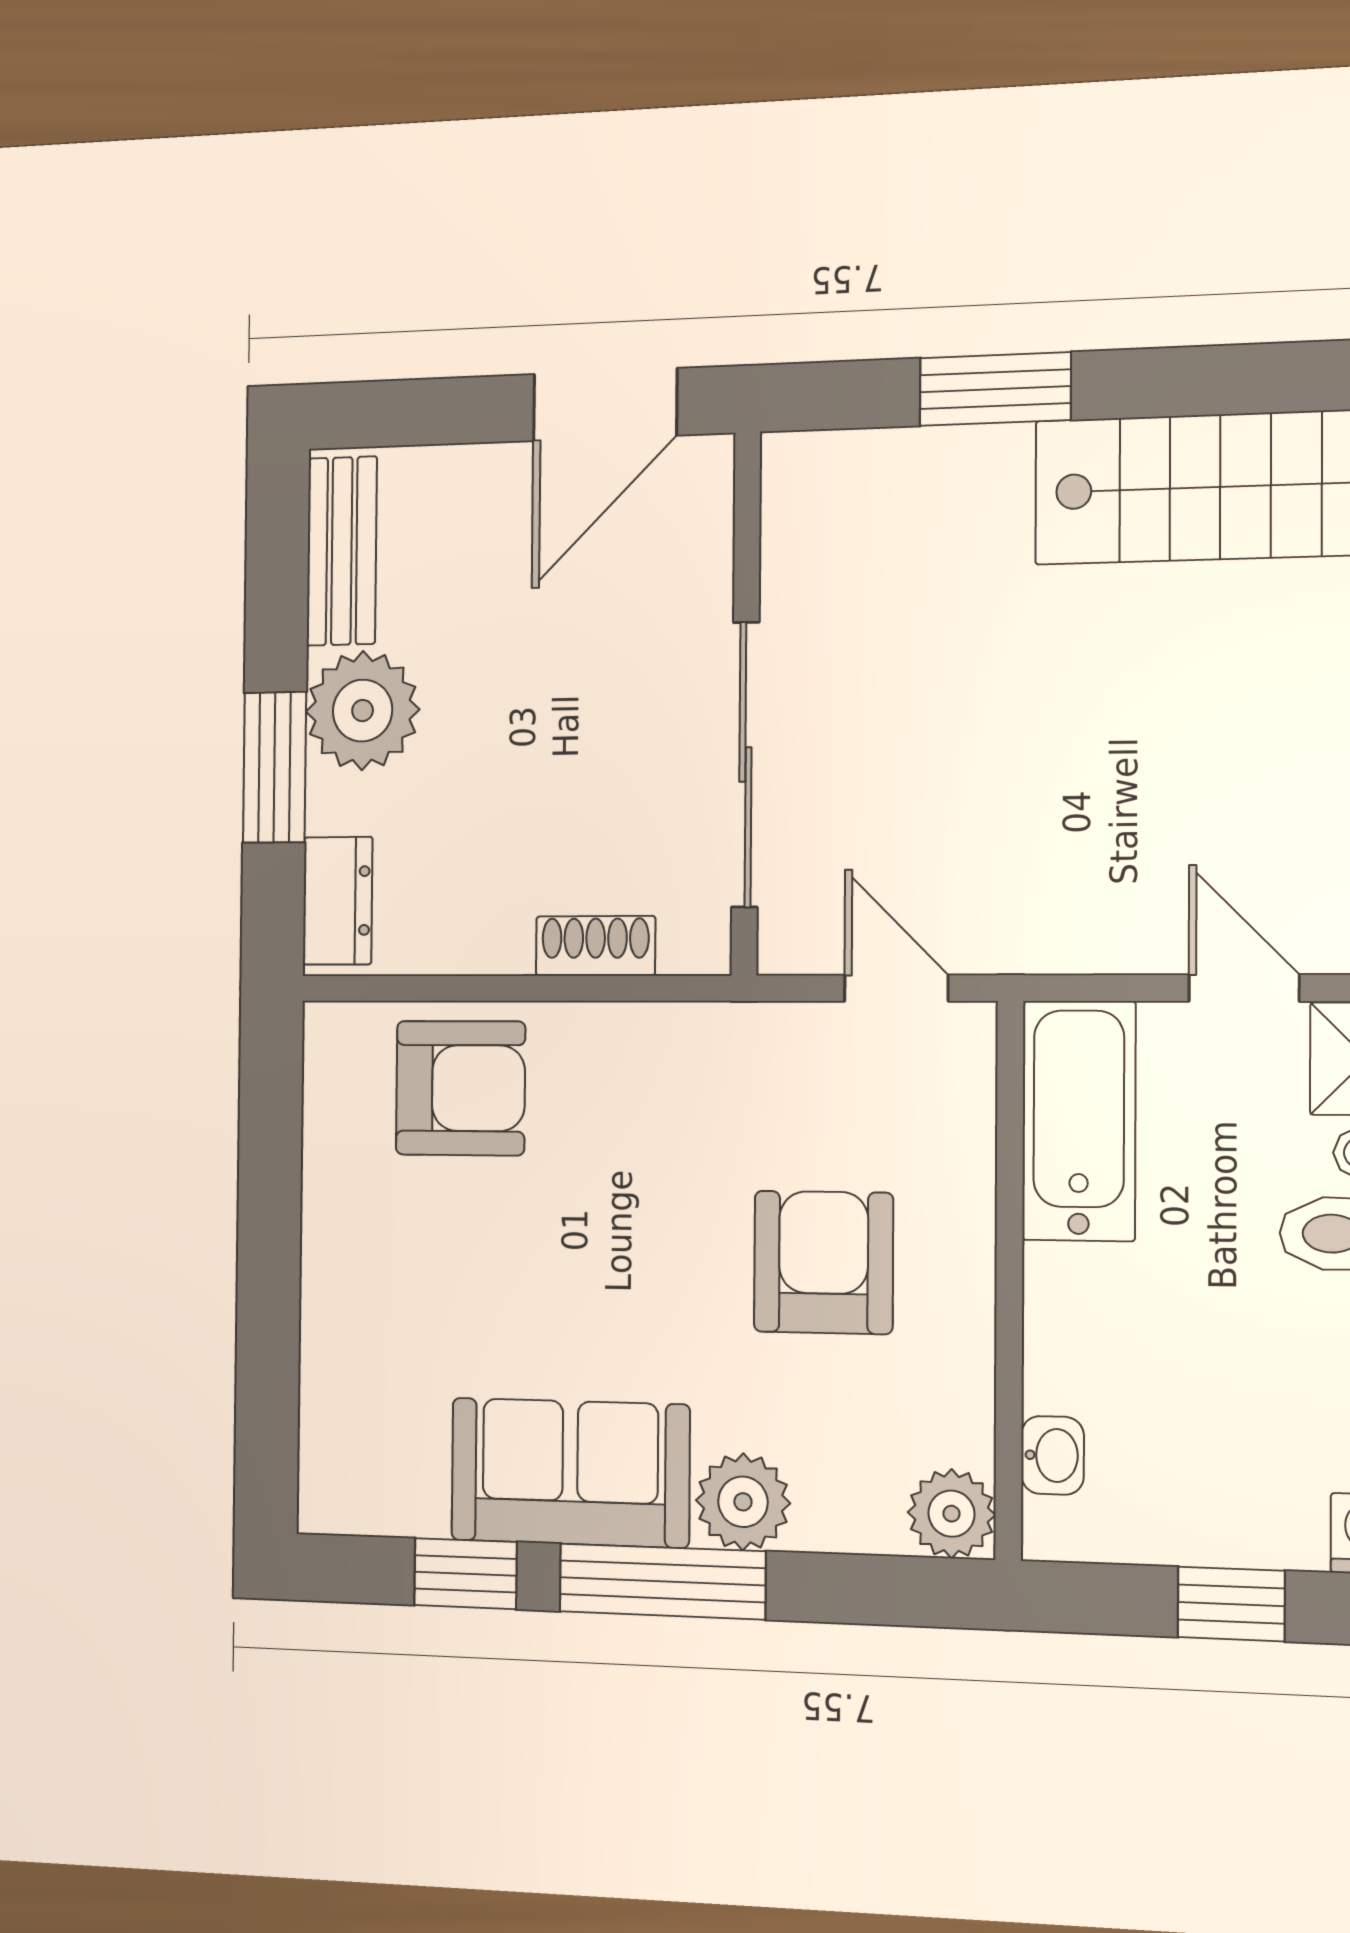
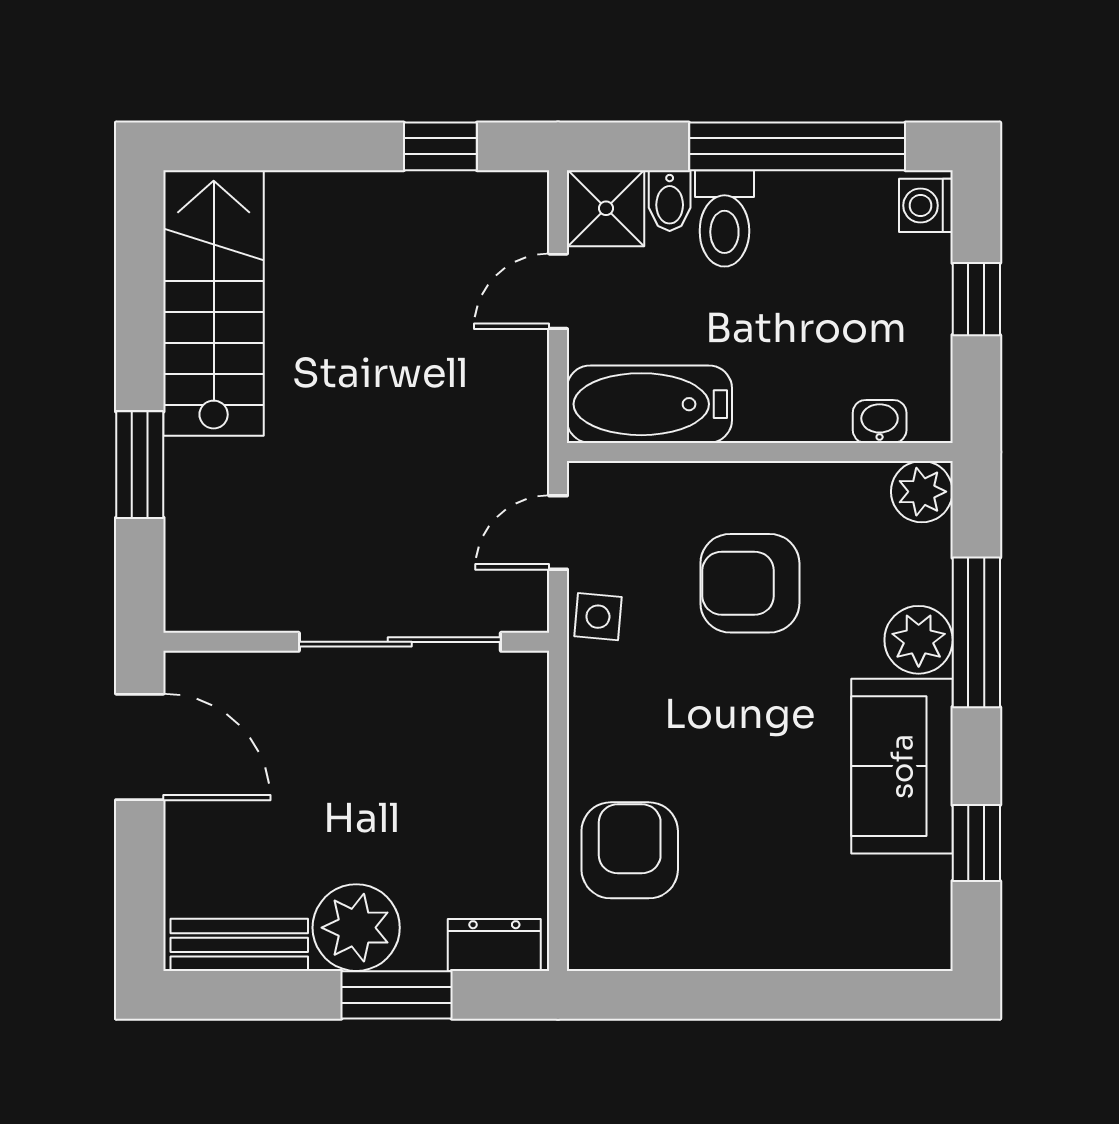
shoe rack: (596, 946) -> (528, 751), removed
side table: (778, 1045) -> (598, 617), added
window: (662, 1581) -> (976, 632), moved

